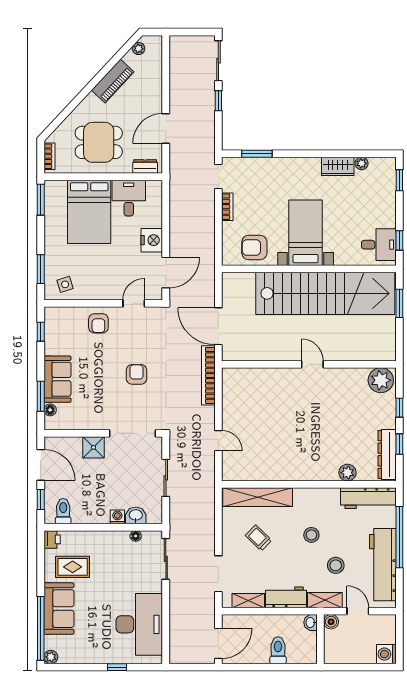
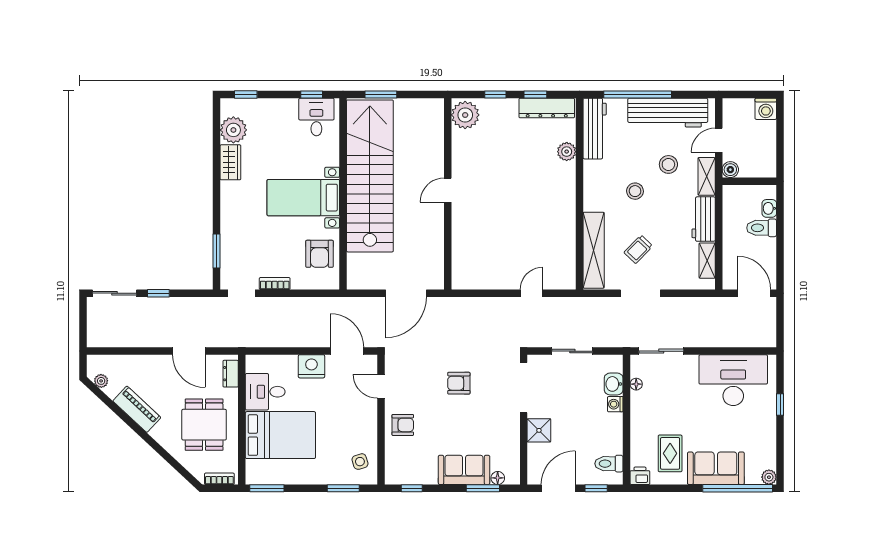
plant: (362, 163) -> (233, 130), width x1.88, depth x1.88
bookcase: (208, 375) -> (460, 304), removed
doorway: (218, 574) -> (640, 293), moved
washbasin: (311, 623) -> (769, 208), moved, turned 90

